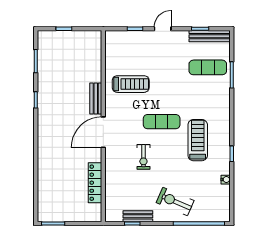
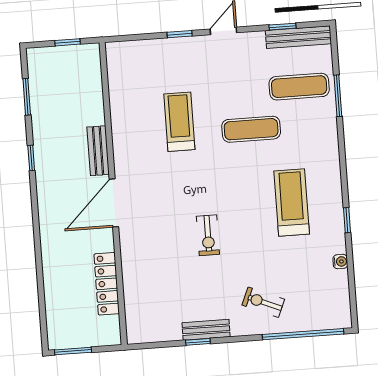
treadmill: (131, 84) -> (179, 122), turned -90
bench: (96, 99) -> (98, 151), moved
exercise mat: (162, 122) -> (251, 129), moved
wall: (103, 126) -> (113, 194), moved
door: (103, 132) -> (114, 203), moved
locker: (95, 183) -> (107, 284), moved
exercise bike: (175, 202) -> (263, 302), width x0.73, depth x0.72

